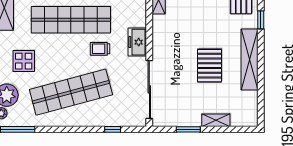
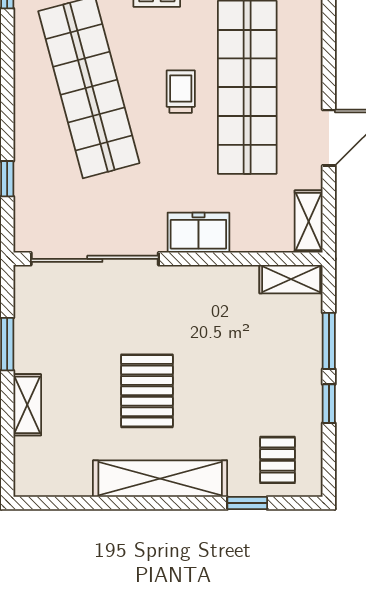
trolley: (100, 49) -> (181, 92), moved
pallet: (210, 66) -> (147, 391), turned 90

